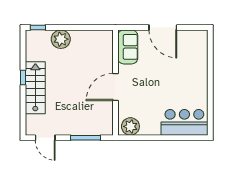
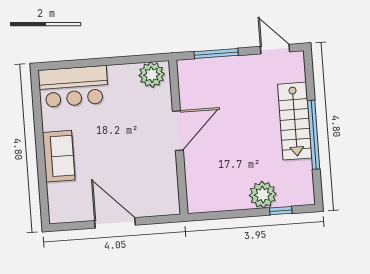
window: (38, 27) -> (281, 211), moved
sofa: (128, 47) -> (59, 156), moved, turned 180
window: (23, 77) -> (314, 135), width x3.17

